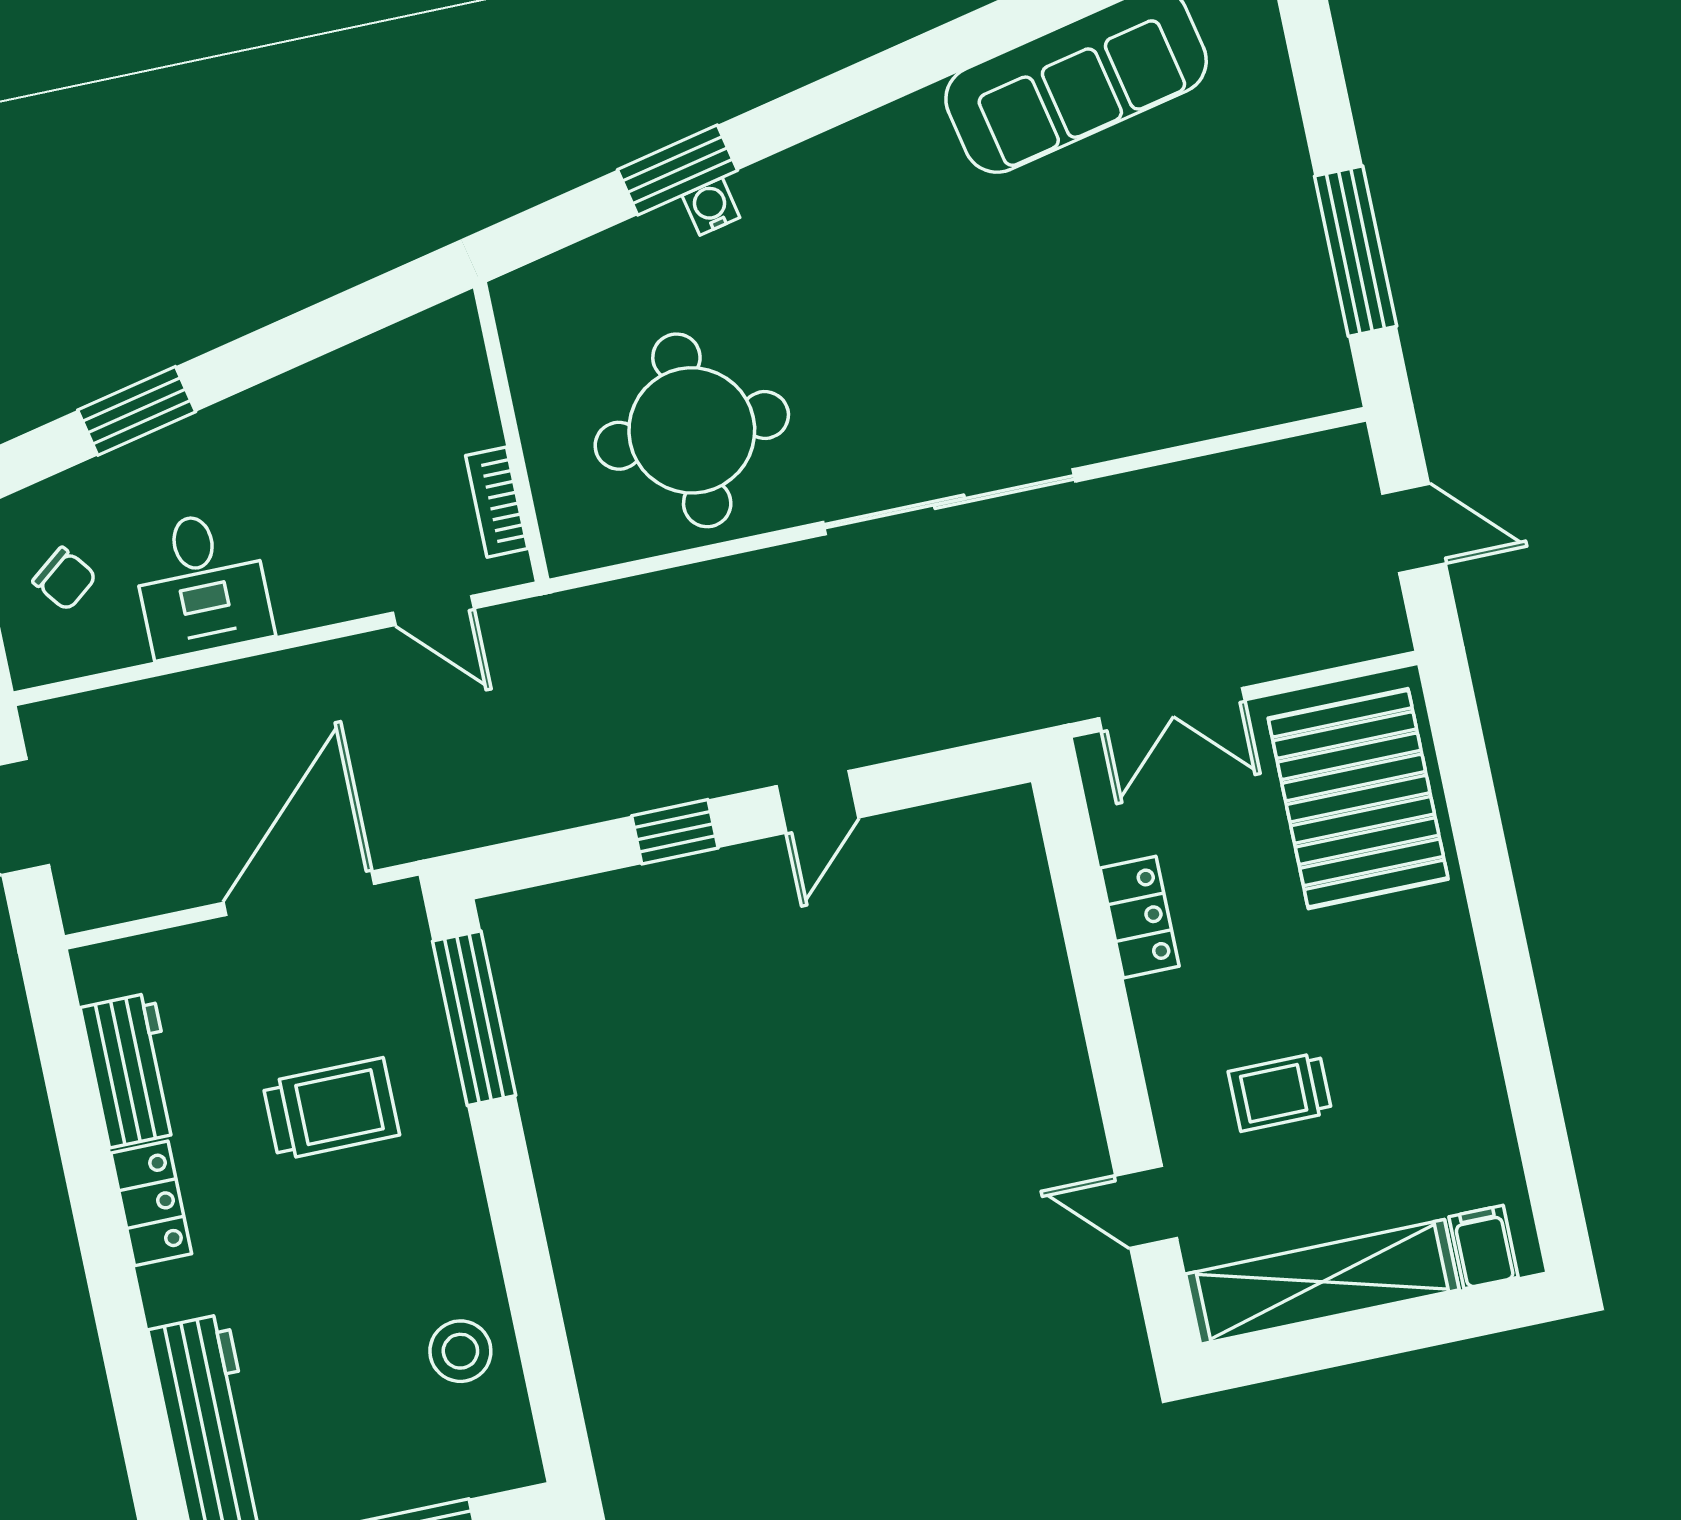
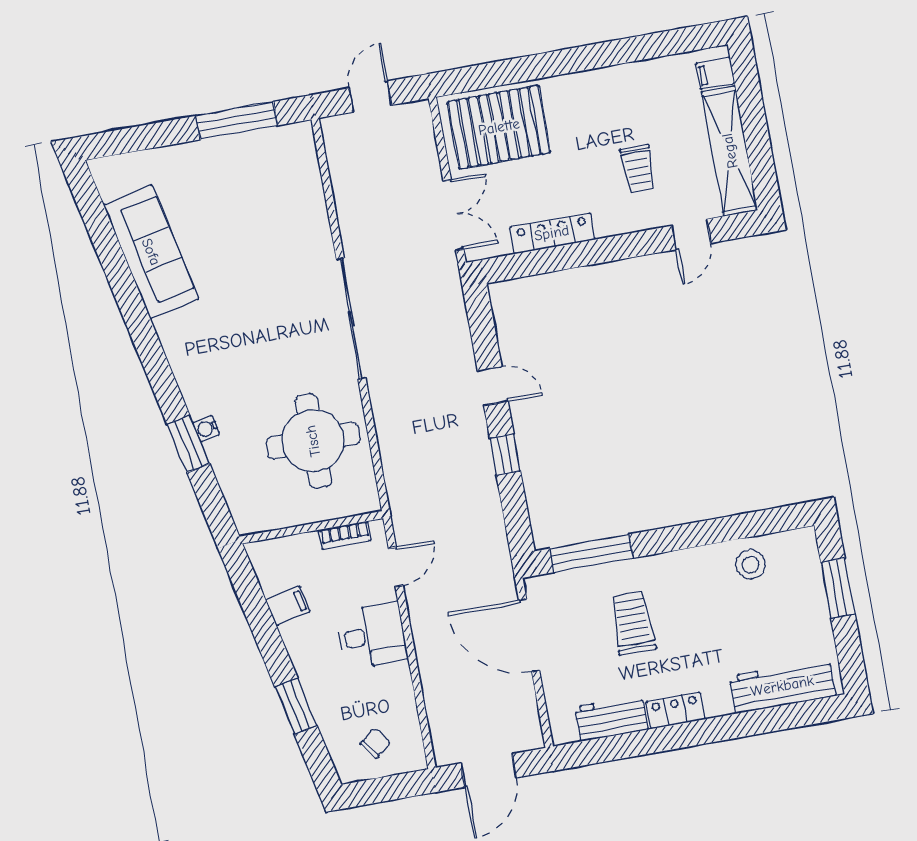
filing cabinet: (346, 388) -> (288, 606), added
desk: (202, 584) -> (372, 635), moved
locker: (1140, 917) -> (552, 233), width x1.53

